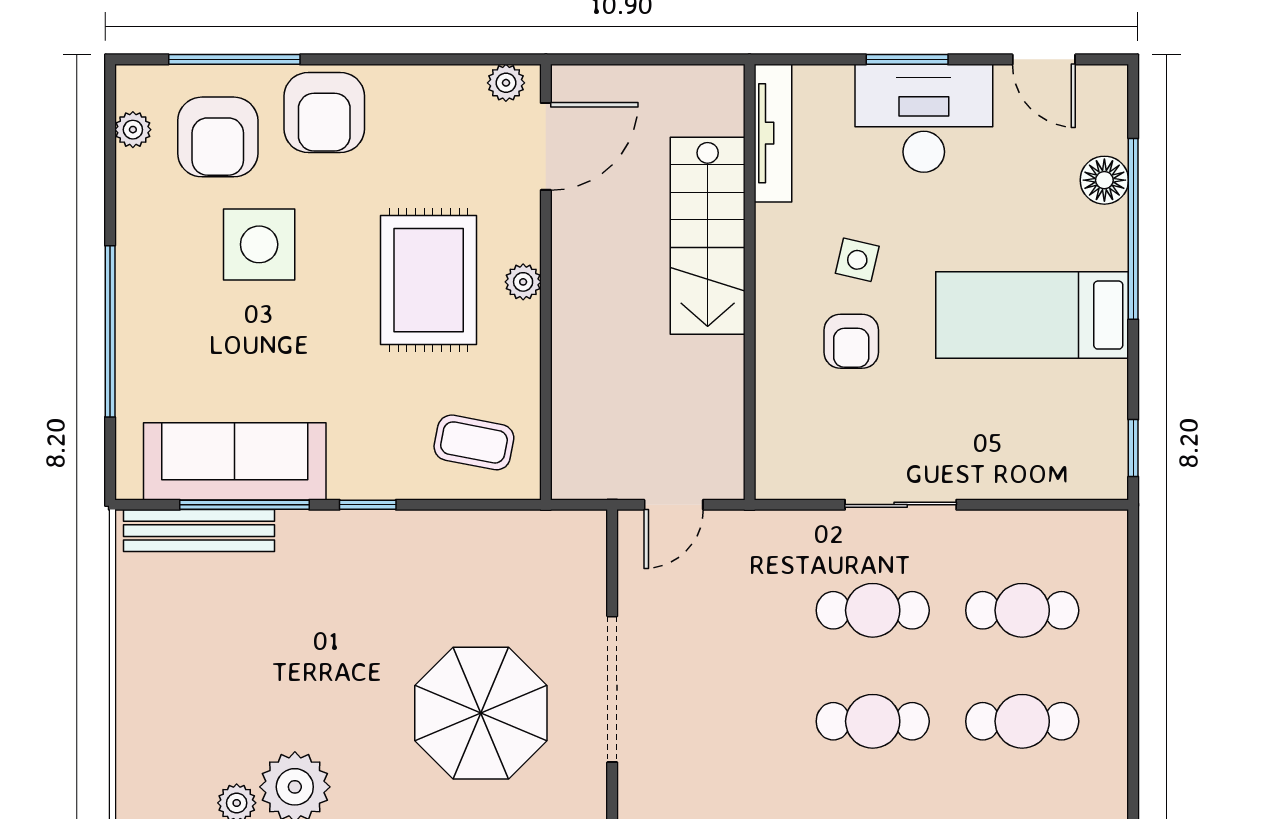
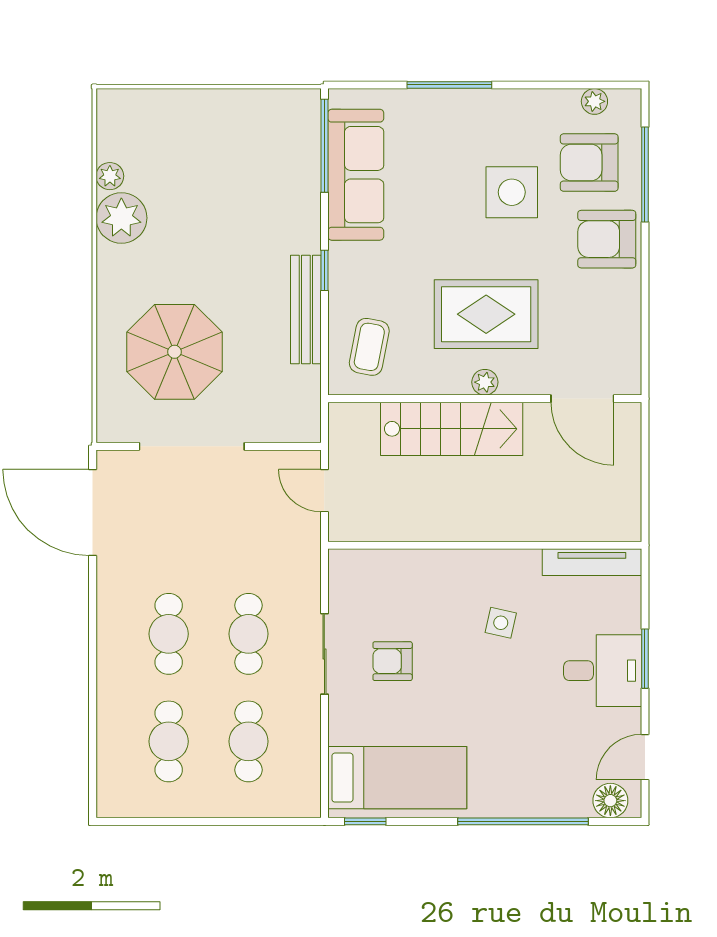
plant: (506, 83) -> (628, 370), removed
desk: (924, 118) -> (603, 671), width x0.73
floor lamp: (1104, 180) -> (610, 801), moved
stairs: (708, 236) -> (452, 429), moved, turned 180
bed: (1032, 315) -> (397, 778), moved, turned 90
window: (110, 331) -> (449, 85), width x0.68
armchair: (851, 341) -> (393, 661), moved
window: (245, 505) -> (324, 146), moved
bench: (199, 531) -> (306, 309), moved

